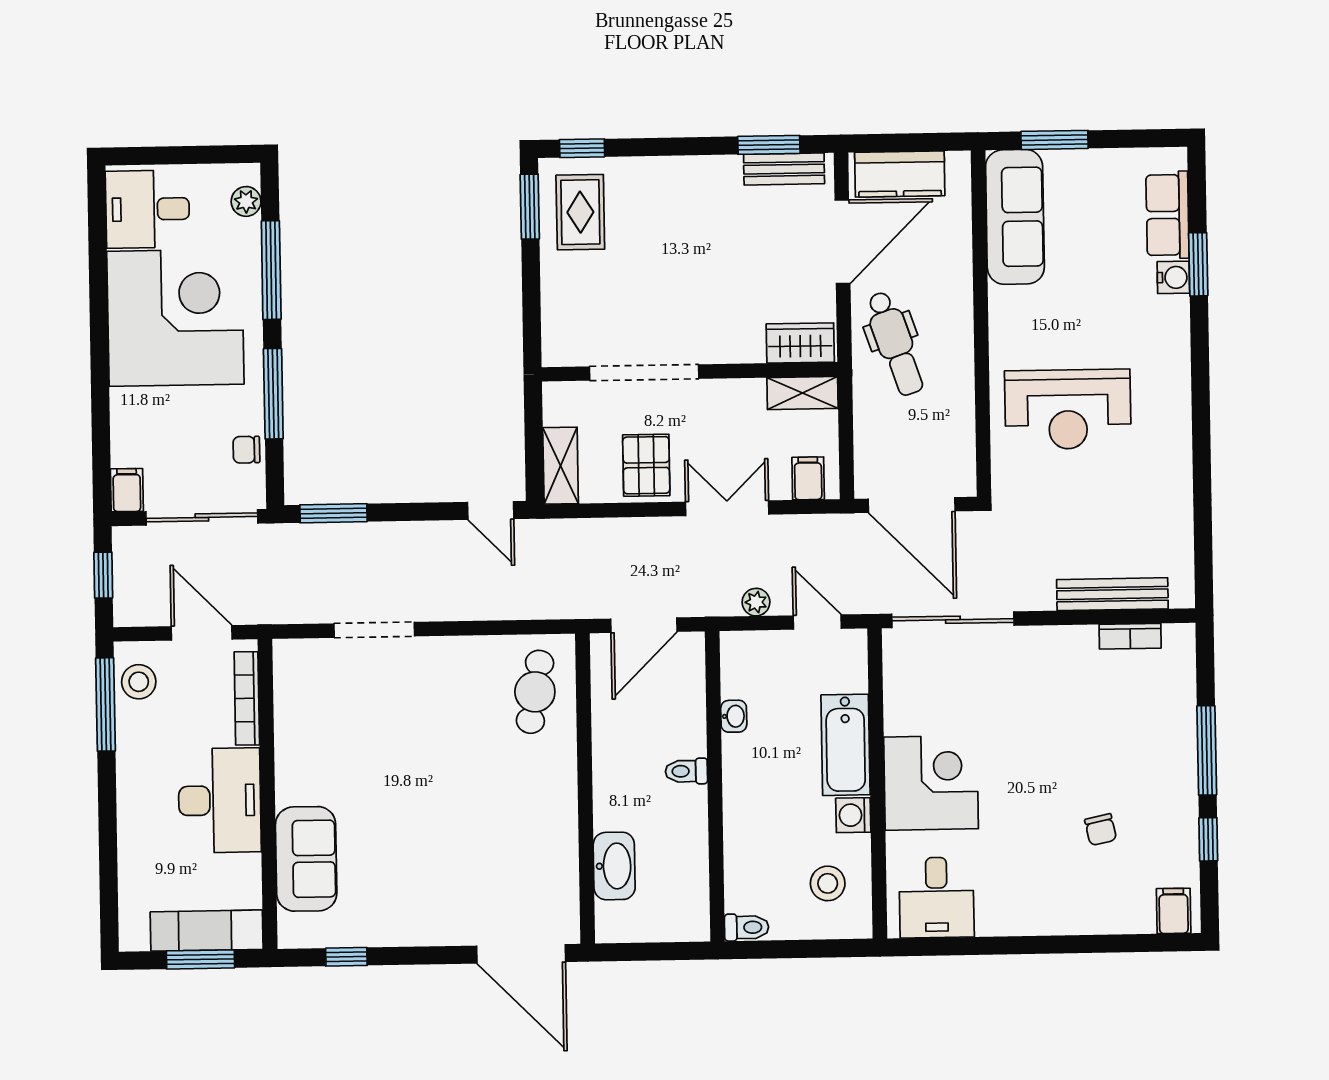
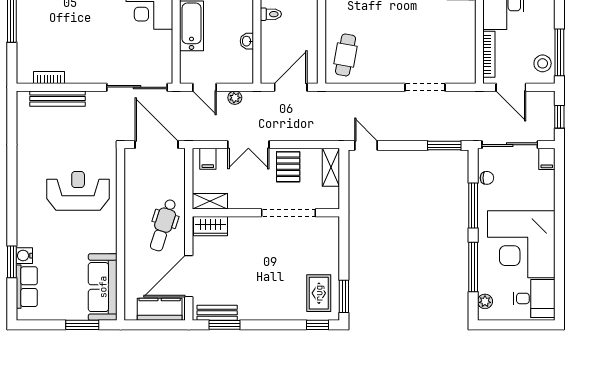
dental chair: (895, 343) -> (163, 225), turned -143

